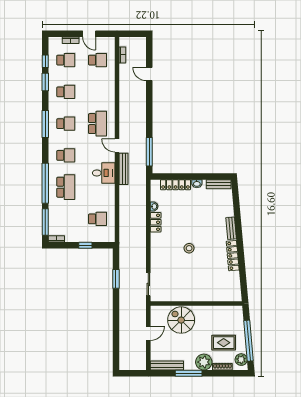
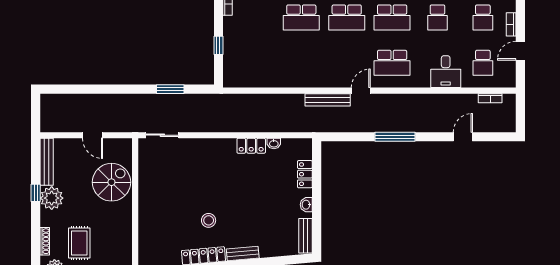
school desk: (66, 124) -> (392, 17), width x1.85
window: (149, 152) -> (395, 137), moved
school desk: (66, 155) -> (347, 17), width x1.85
desk: (104, 173) -> (446, 72), moved
locker: (176, 185) -> (305, 174), width x0.66
school desk: (98, 219) -> (256, 63), removed
stool: (189, 248) -> (209, 220), moved
plant: (204, 362) -> (52, 198), moved
window: (189, 373) -> (36, 193), width x0.46

